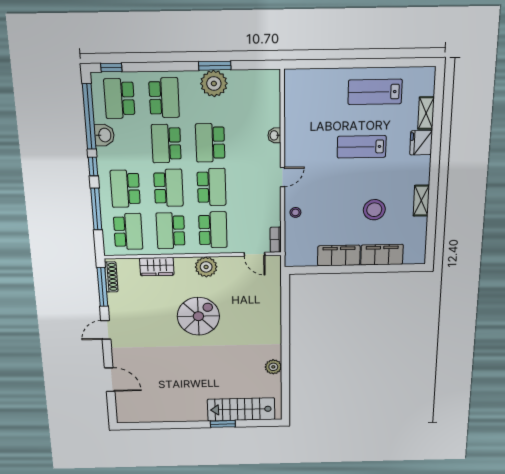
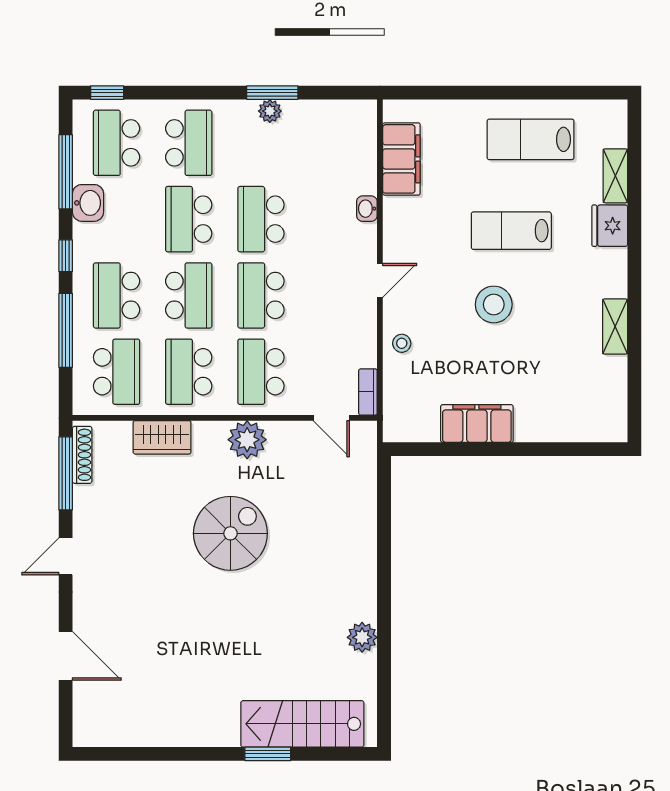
plant: (214, 83) -> (270, 111), width x0.53, depth x0.53
window: (89, 117) -> (66, 172), width x0.68
school desk: (212, 187) -> (261, 295), turned 180
stool: (374, 210) -> (494, 304), moved
school desk: (213, 230) -> (261, 372), turned 180
filing cabinet: (382, 255) -> (401, 159), moved, turned 90

